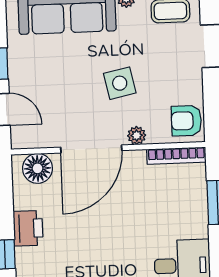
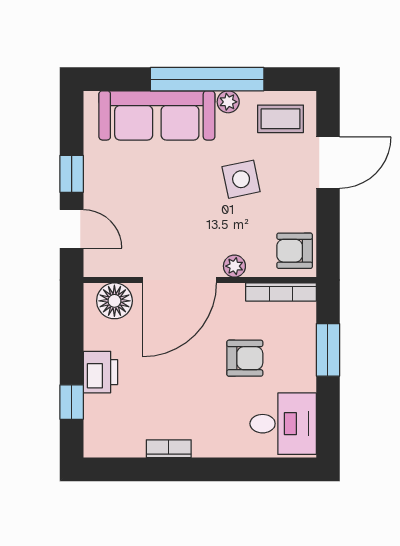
side table: (120, 83) -> (241, 179), moved
armchair: (148, 212) -> (245, 358), added

